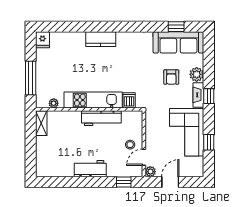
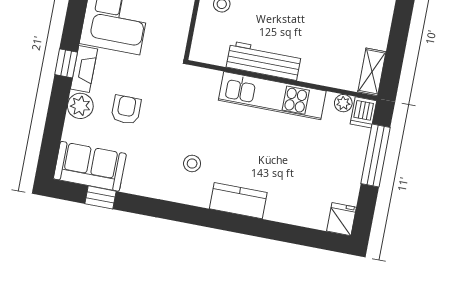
sofa: (178, 42) -> (90, 166), width x0.73
stool: (130, 55) -> (192, 164), added
dishwasher: (129, 100) -> (363, 112), moved

